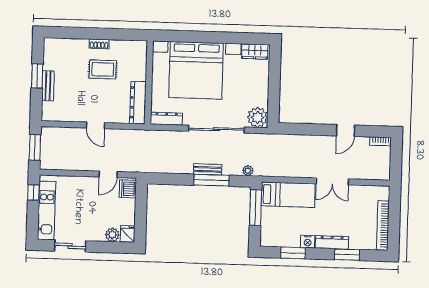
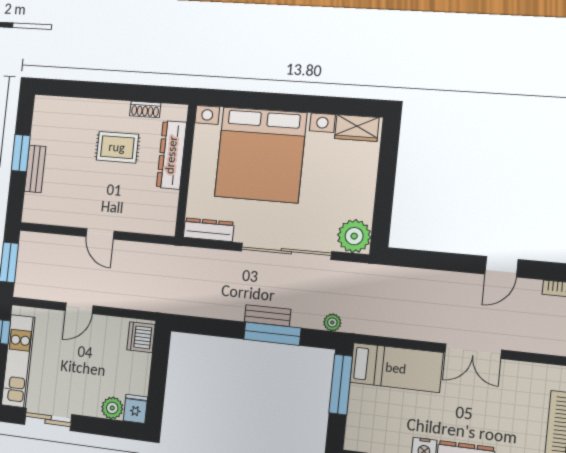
shoe rack: (99, 44) -> (145, 109), moved
dresser: (138, 103) -> (171, 155), moved
door: (108, 174) -> (79, 308), moved

